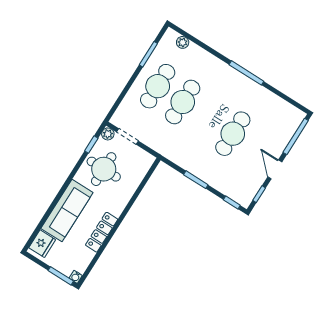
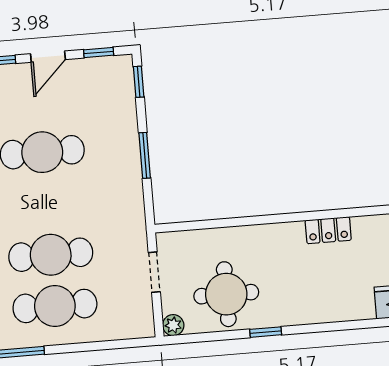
doorway: (128, 136) -> (154, 272), moved
window: (91, 144) -> (266, 332), moved
sofa: (67, 210) -> (322, 302), removed
locker: (102, 232) -> (328, 230), width x0.66

